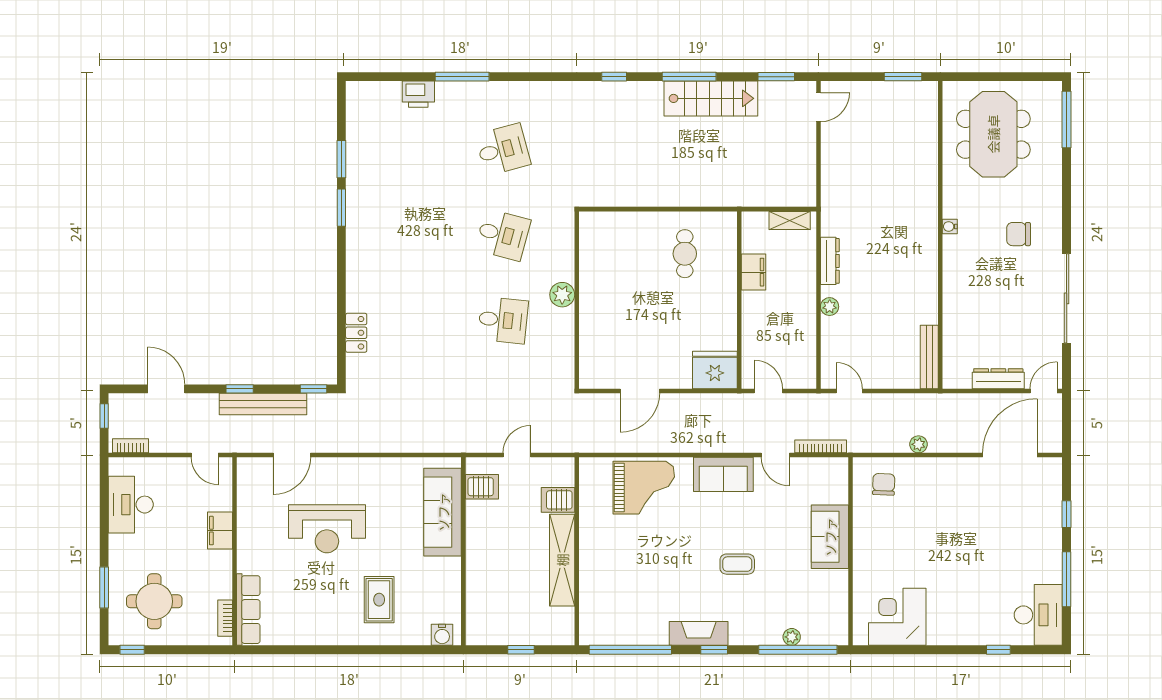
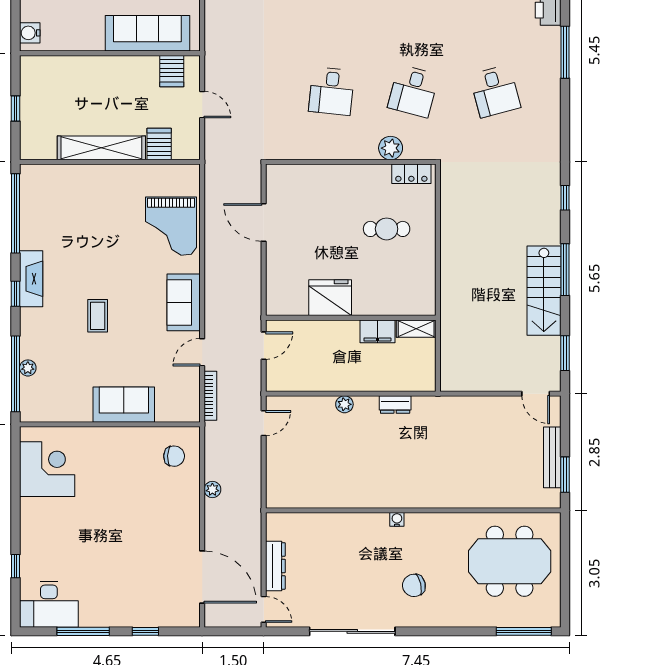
shelving: (790, 220) -> (416, 329), moved, turned 90
water cooler: (950, 226) -> (397, 519), moved
chair: (1019, 234) -> (414, 585), turned -103
locker: (589, 237) -> (411, 174), added
cafe table: (685, 254) -> (387, 229), moved
dresser: (830, 261) -> (395, 405), width x0.70
plant: (562, 295) -> (391, 148), moved
bench: (929, 357) -> (552, 457), moved, turned 90
fridge: (715, 370) -> (330, 298), moved, turned -90

